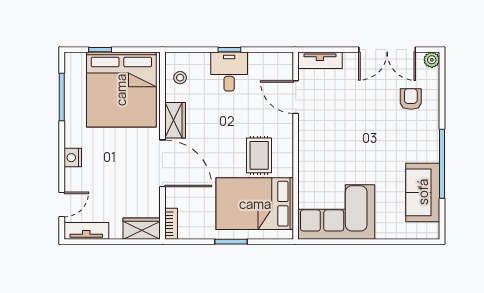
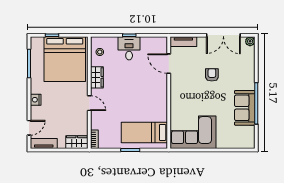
armchair: (411, 99) -> (212, 75), moved
rug: (259, 155) -> (147, 98), removed
door: (162, 163) -> (89, 103), width x0.53
sofa: (423, 192) -> (245, 108), moved
bed: (255, 204) -> (144, 132), width x0.67

